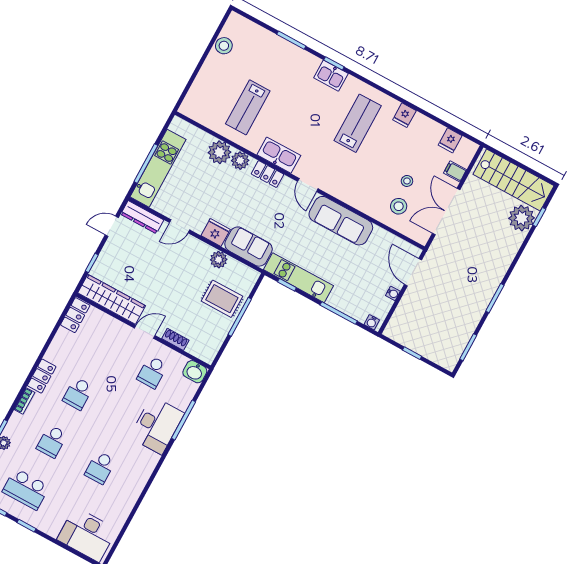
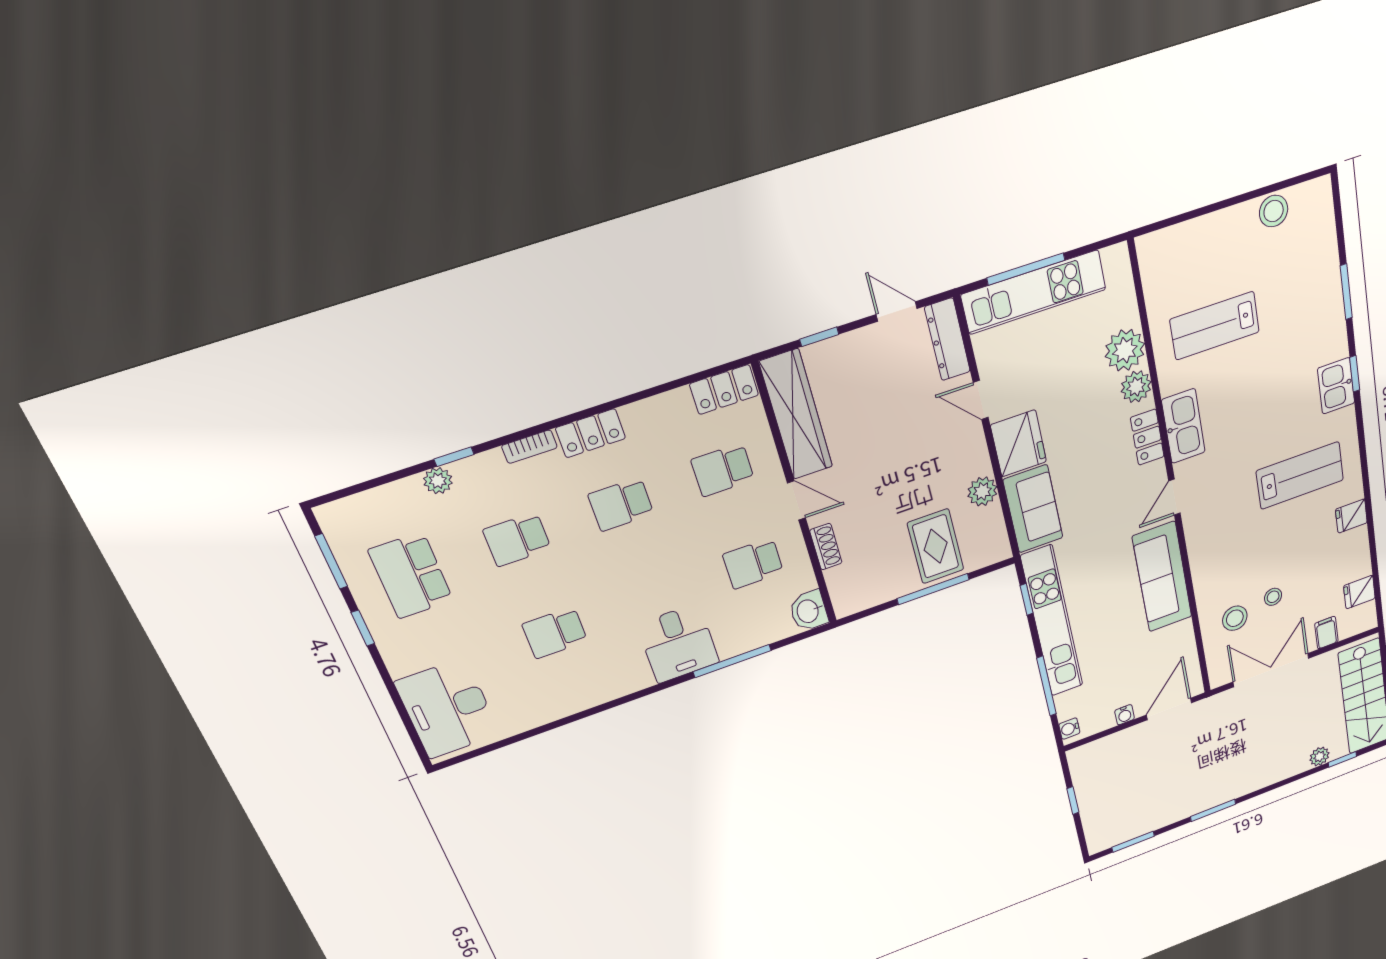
plant: (522, 218) -> (1319, 756), width x0.53, depth x0.53
fridge: (216, 232) -> (1019, 443), width x1.36, depth x1.34
kitchen unit: (298, 278) -> (1052, 622), width x1.36
school desk: (104, 346) -> (723, 470), added
desk: (157, 425) -> (678, 643), width x0.73

